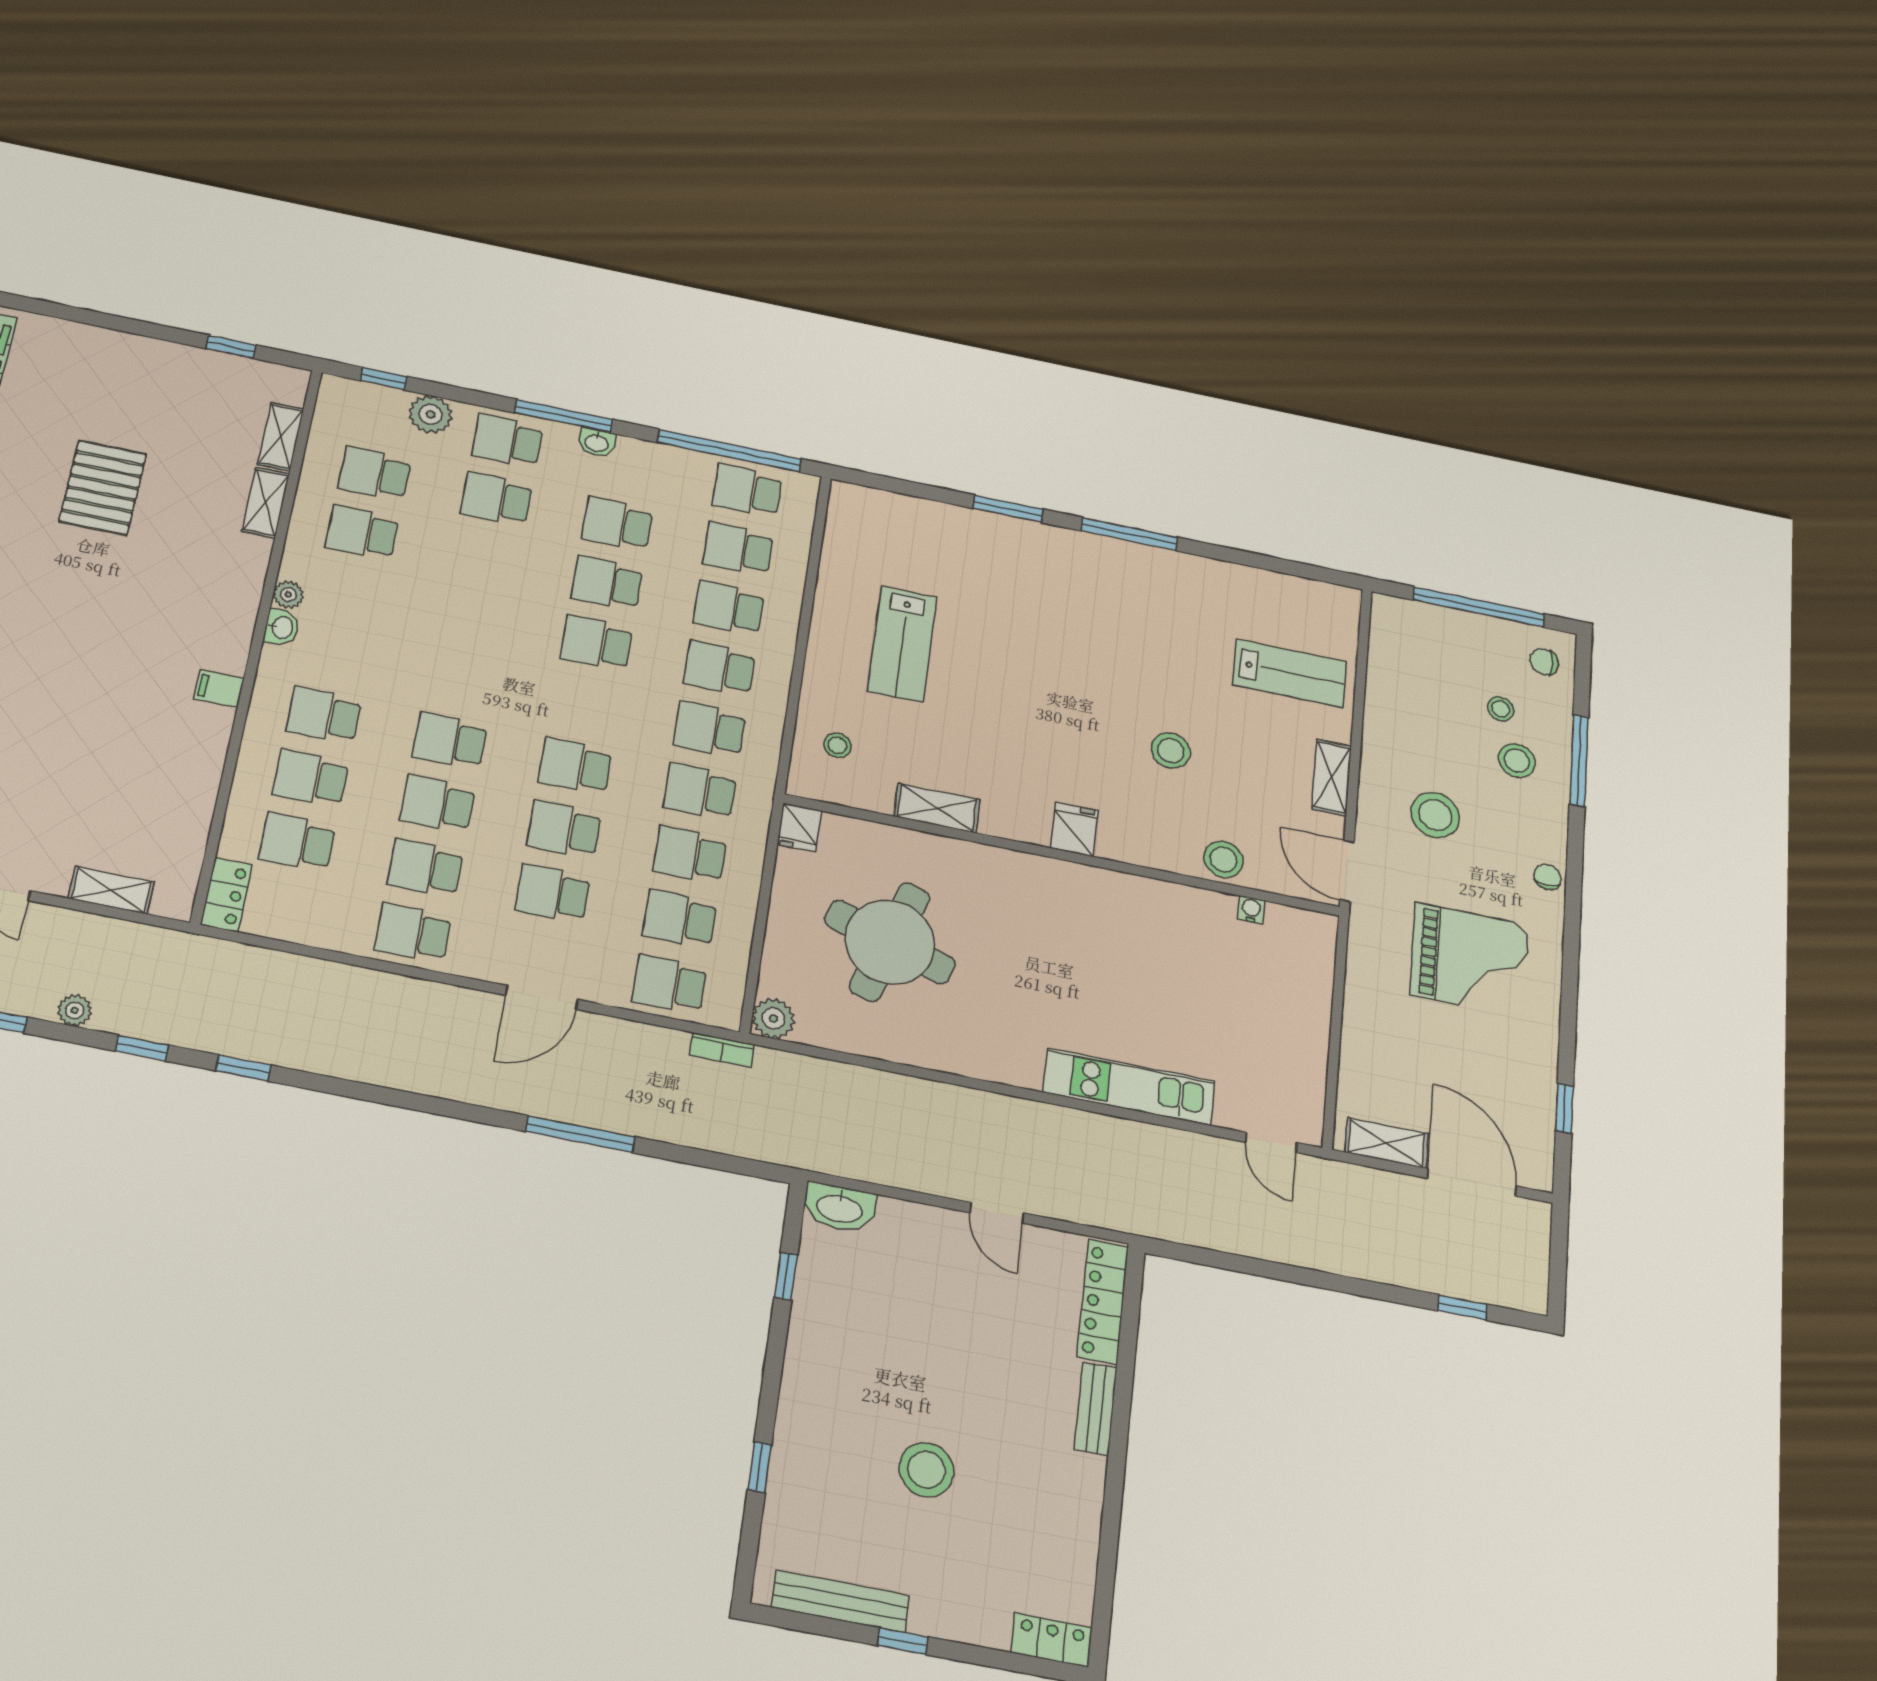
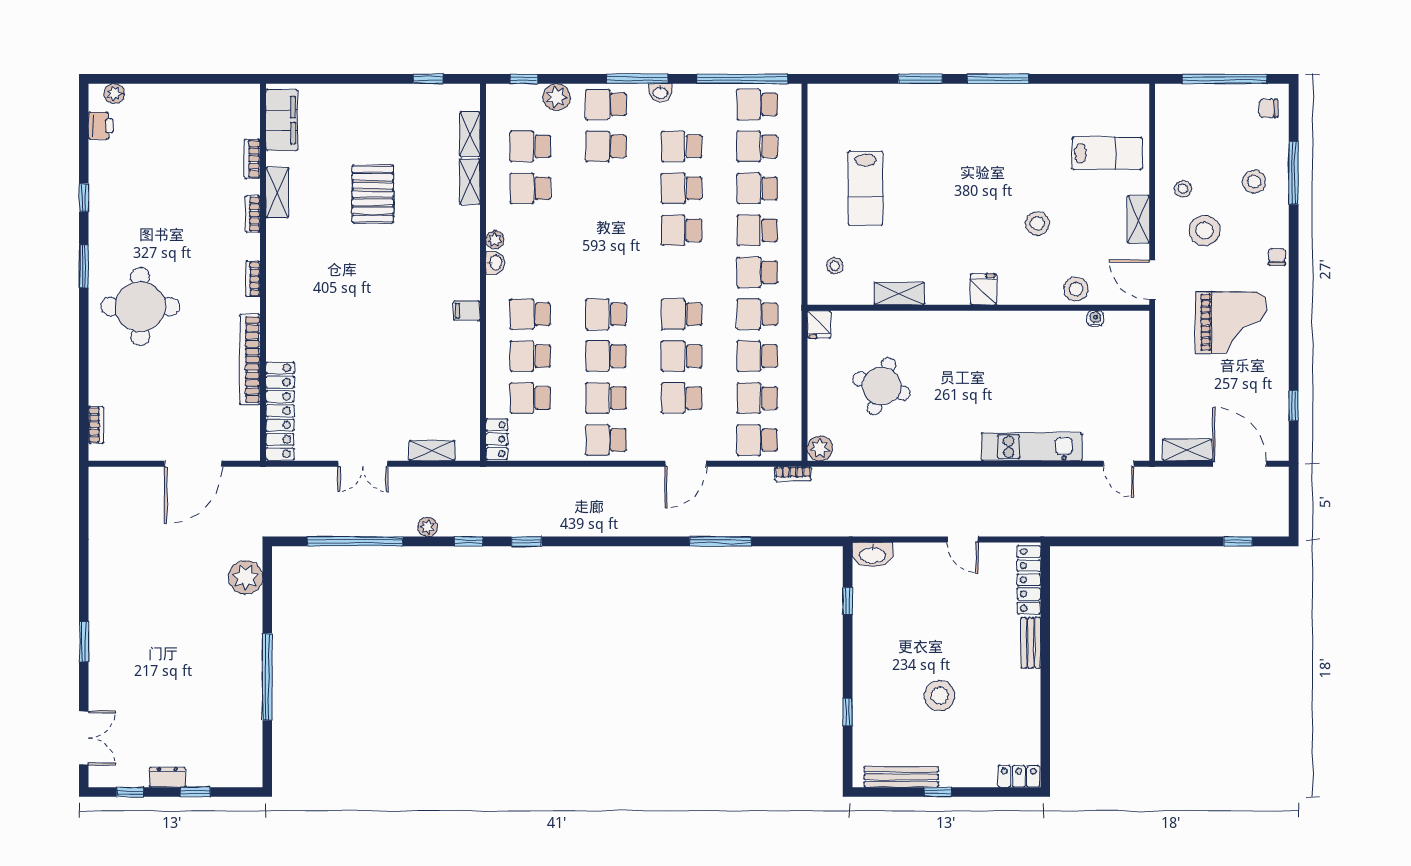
stool: (1501, 709) -> (1183, 189), moved
round table: (890, 942) -> (882, 386), width x0.73, depth x0.73

